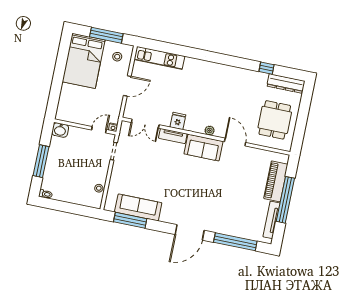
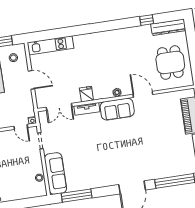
door: (127, 86) -> (31, 80), hinge flipped
door: (99, 130) -> (21, 127), swing flipped
sofa: (138, 207) -> (56, 174), moved, turned 90

